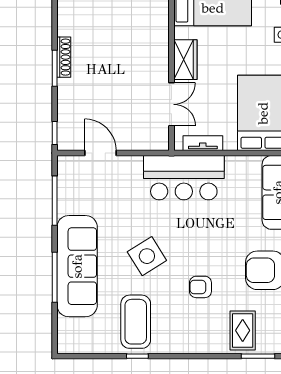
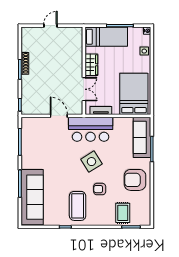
door: (100, 153) -> (59, 116), moved
side table: (147, 256) -> (91, 162), moved
sofa: (77, 266) -> (32, 197), moved
coffee table: (136, 322) -> (78, 206), moved

